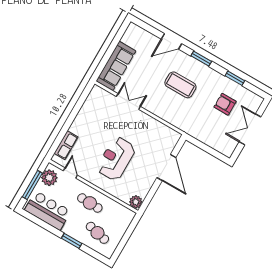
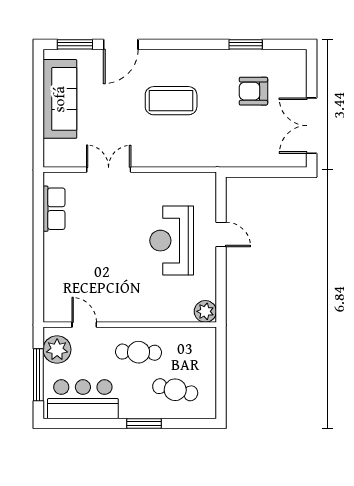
window: (201, 59) -> (75, 44), moved
sofa: (116, 66) -> (60, 99), moved
double door: (250, 129) -> (312, 126), moved
row of seats: (66, 145) -> (54, 209), moved
reception desk: (116, 159) -> (172, 241), moved
door: (166, 167) -> (221, 234), width x0.53

